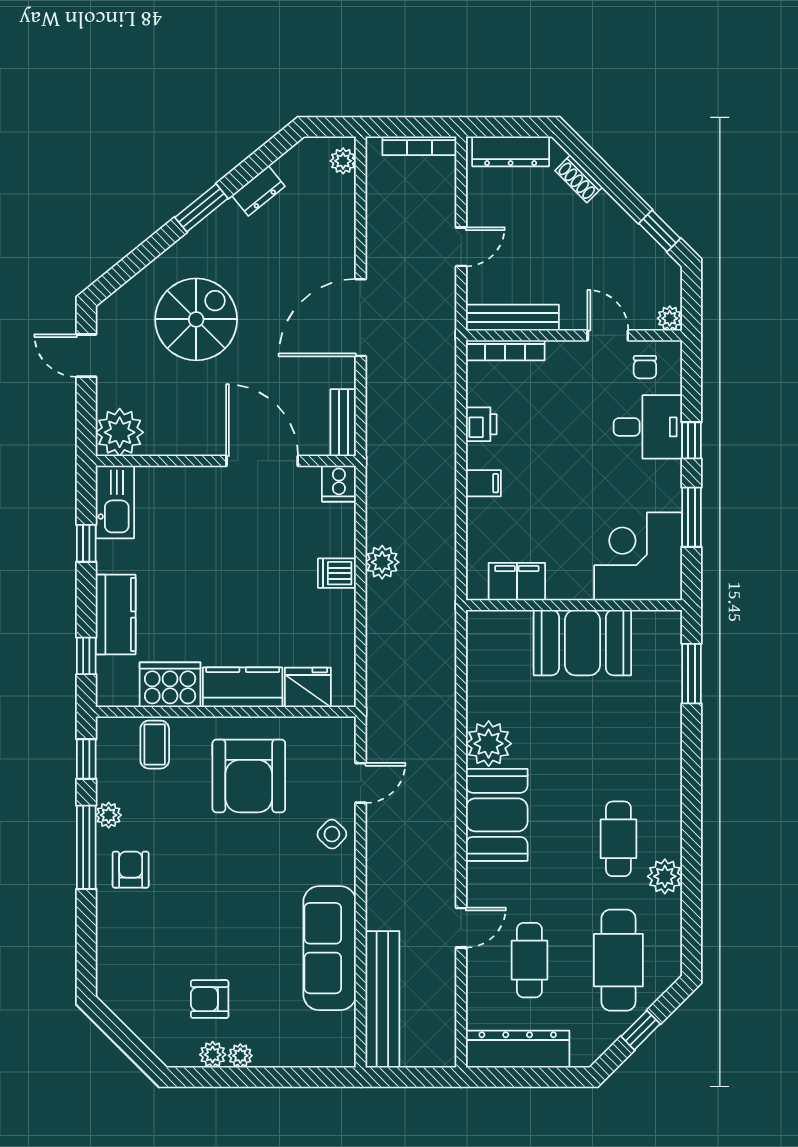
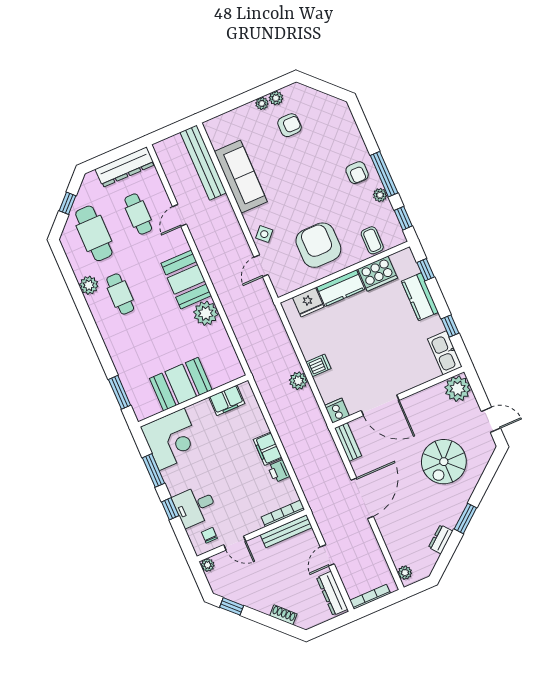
dresser: (511, 151) -> (332, 593), moved, turned -90
filing cabinet: (483, 483) -> (268, 449), width x2.00

